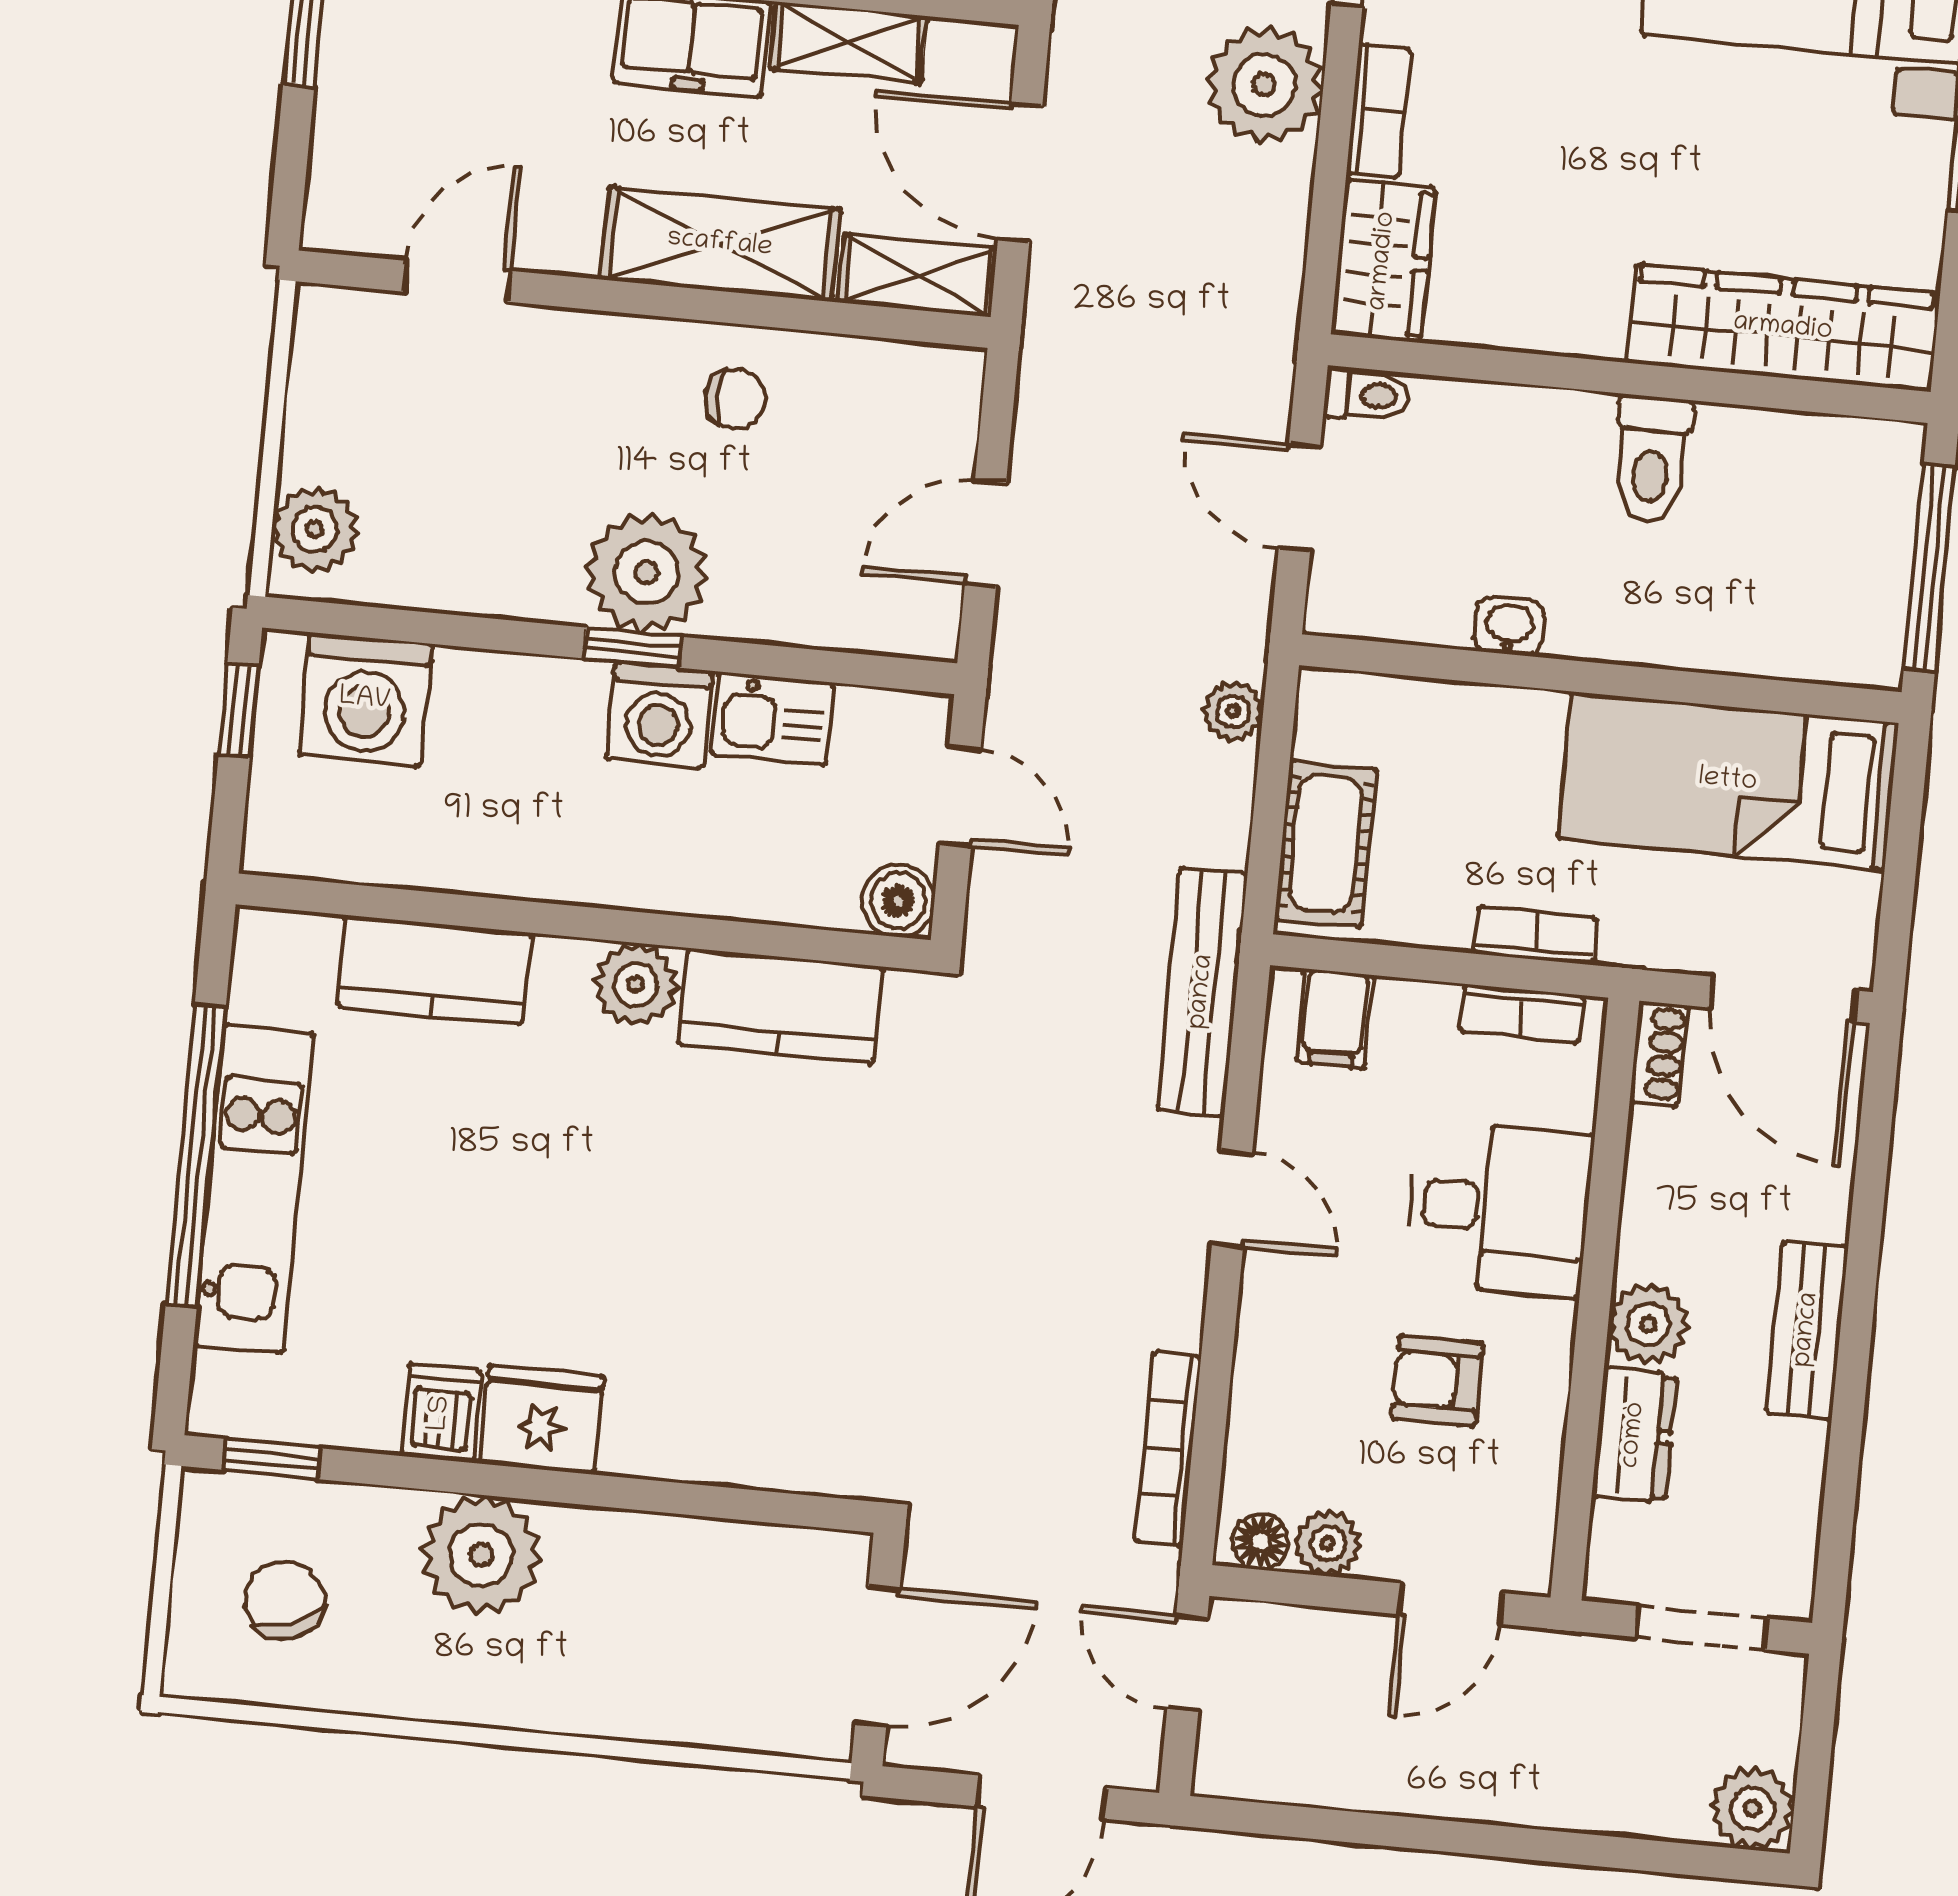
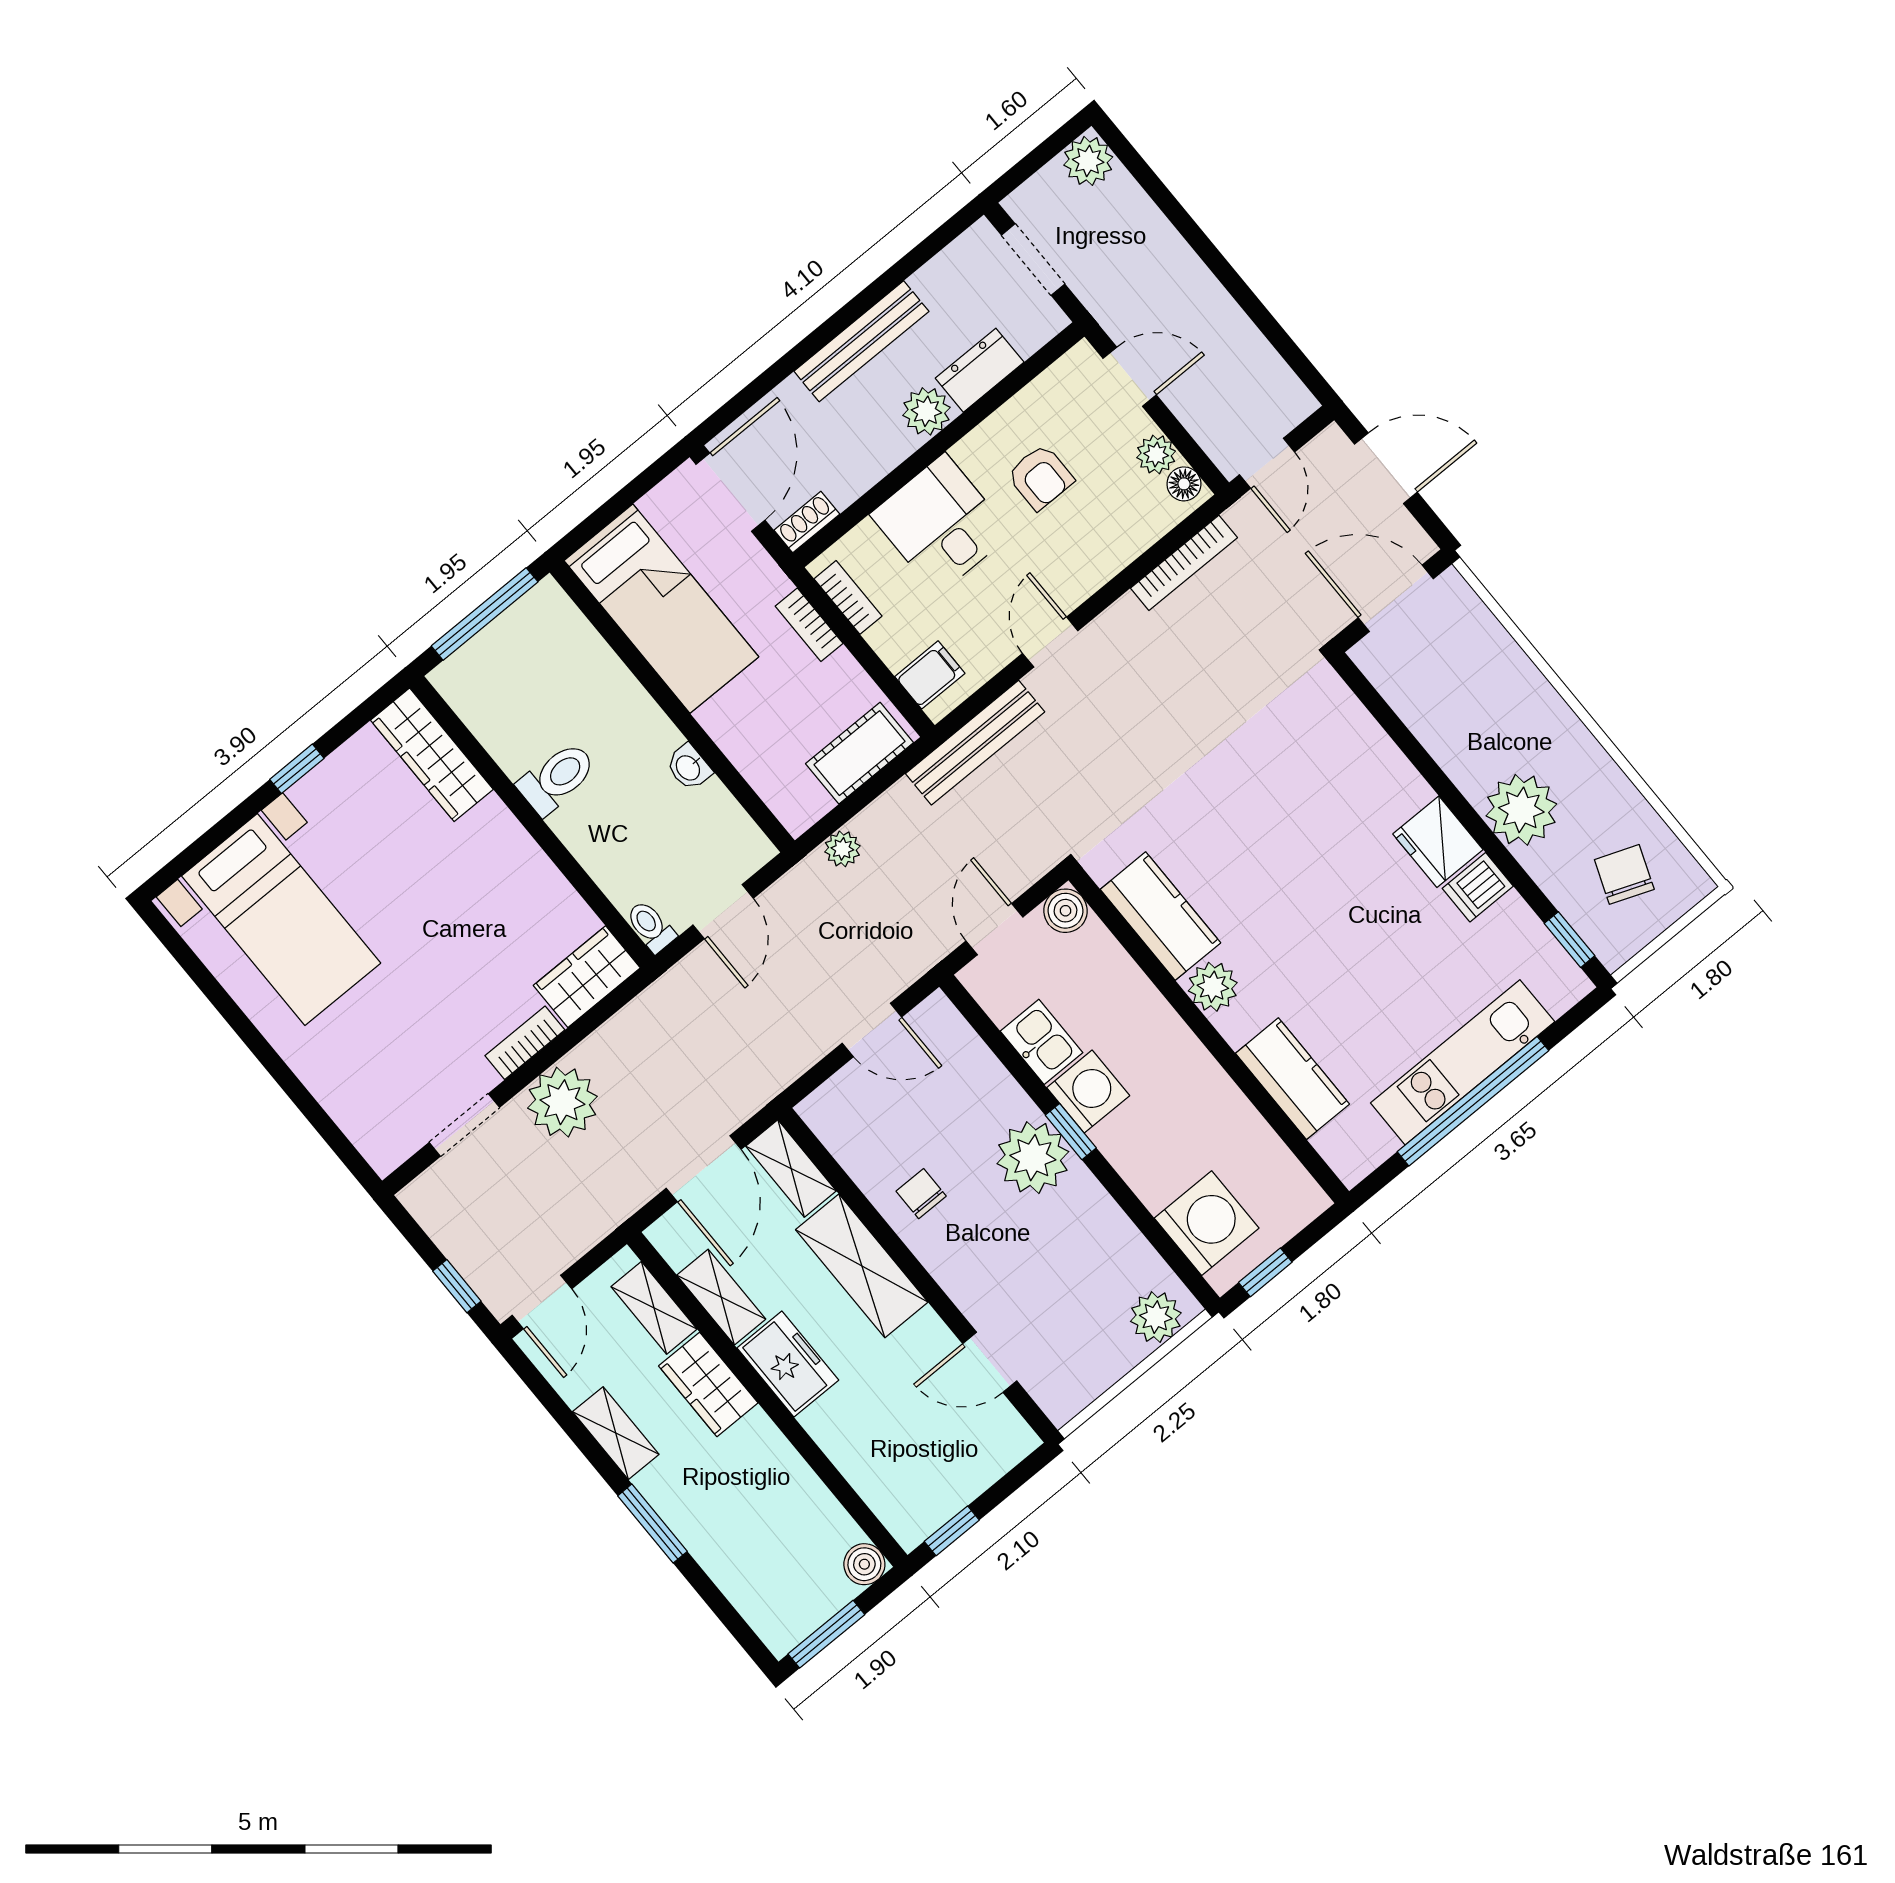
wardrobe: (1783, 328) -> (432, 755), width x0.71, depth x0.85
bench: (1807, 1330) -> (861, 341), width x1.36
chair: (284, 1600) -> (1624, 874), turned 130

